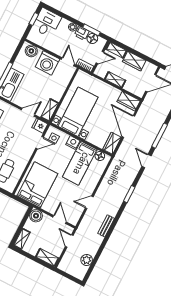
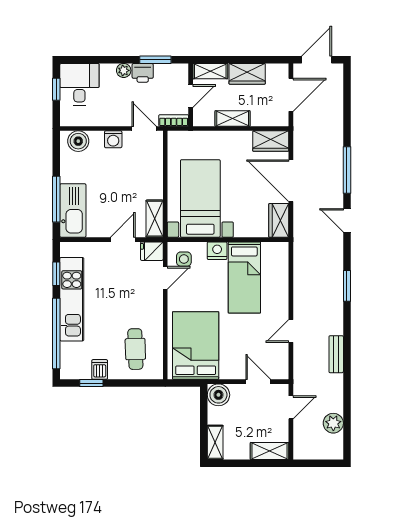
floor lamp: (92, 38) -> (164, 72), removed
washing machine: (47, 63) -> (113, 139), width x0.53, depth x0.53
floor lamp: (100, 156) -> (270, 250), removed
door: (69, 241) -> (291, 407), swing flipped

